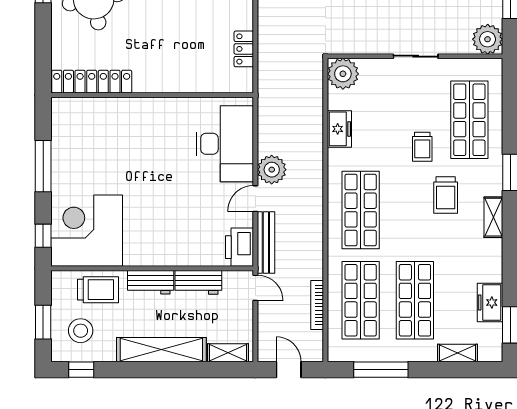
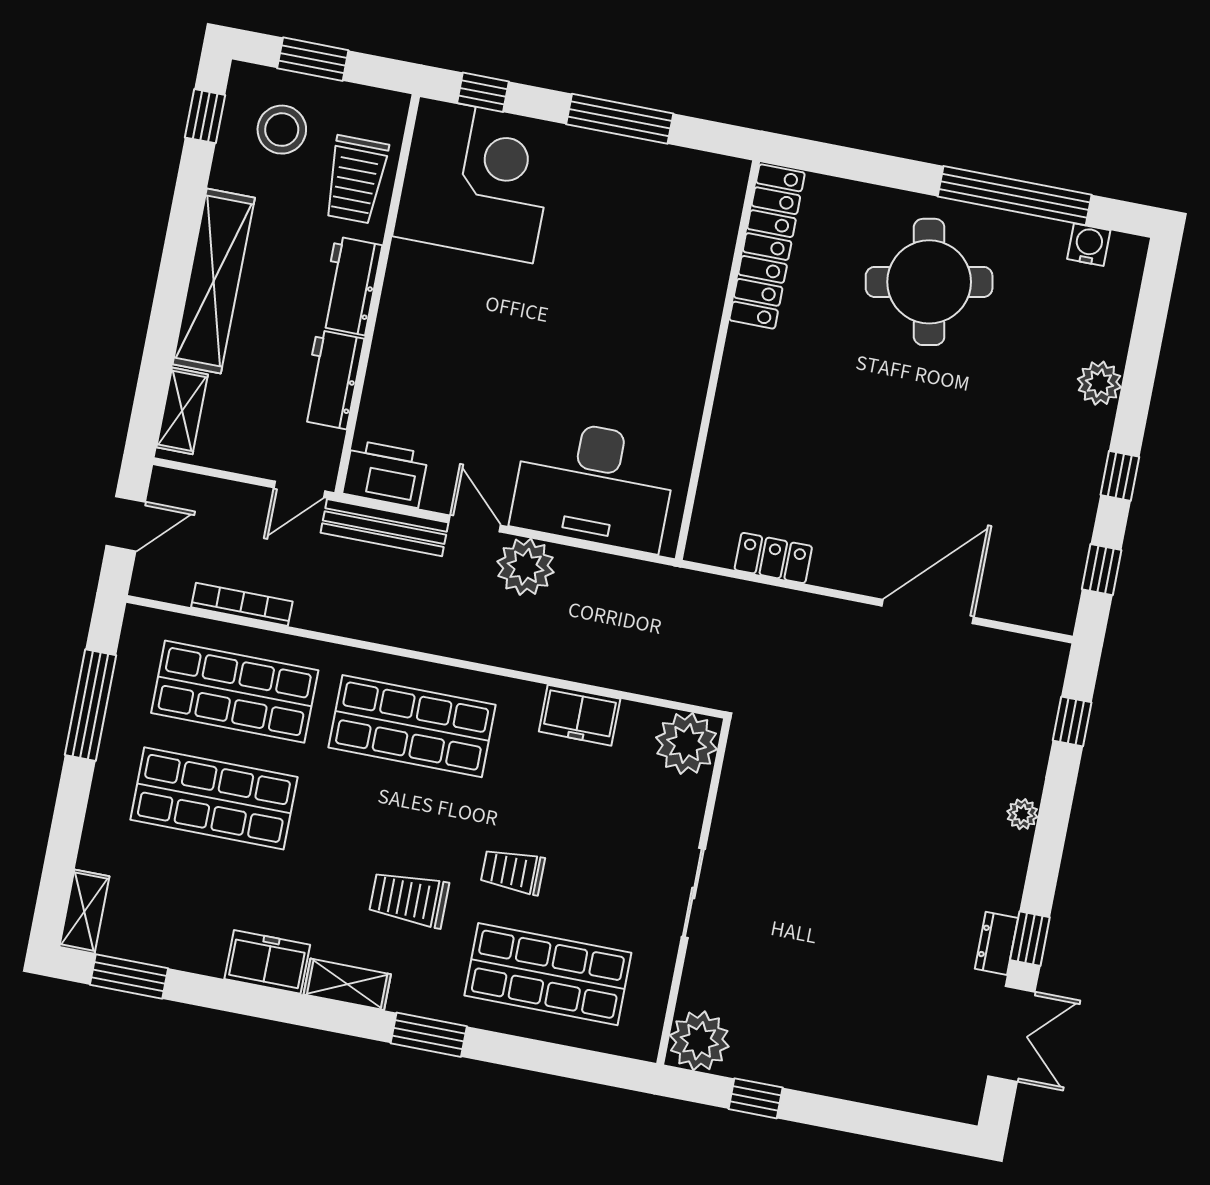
freezer: (490, 302) -> (267, 962), moved
shelving: (457, 353) -> (84, 912), moved

